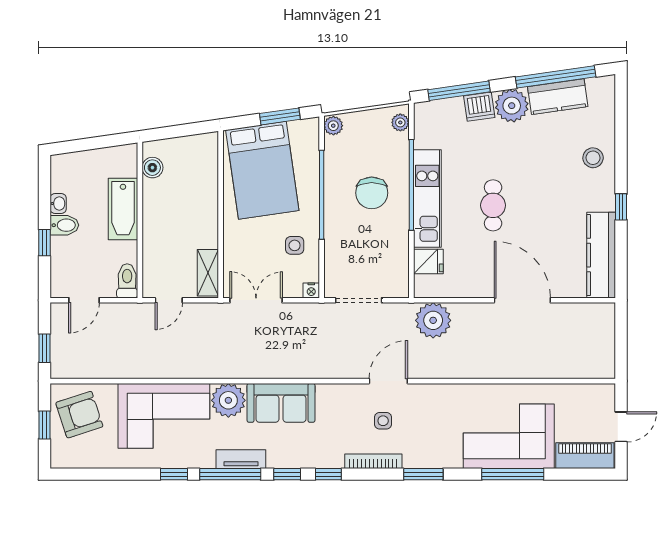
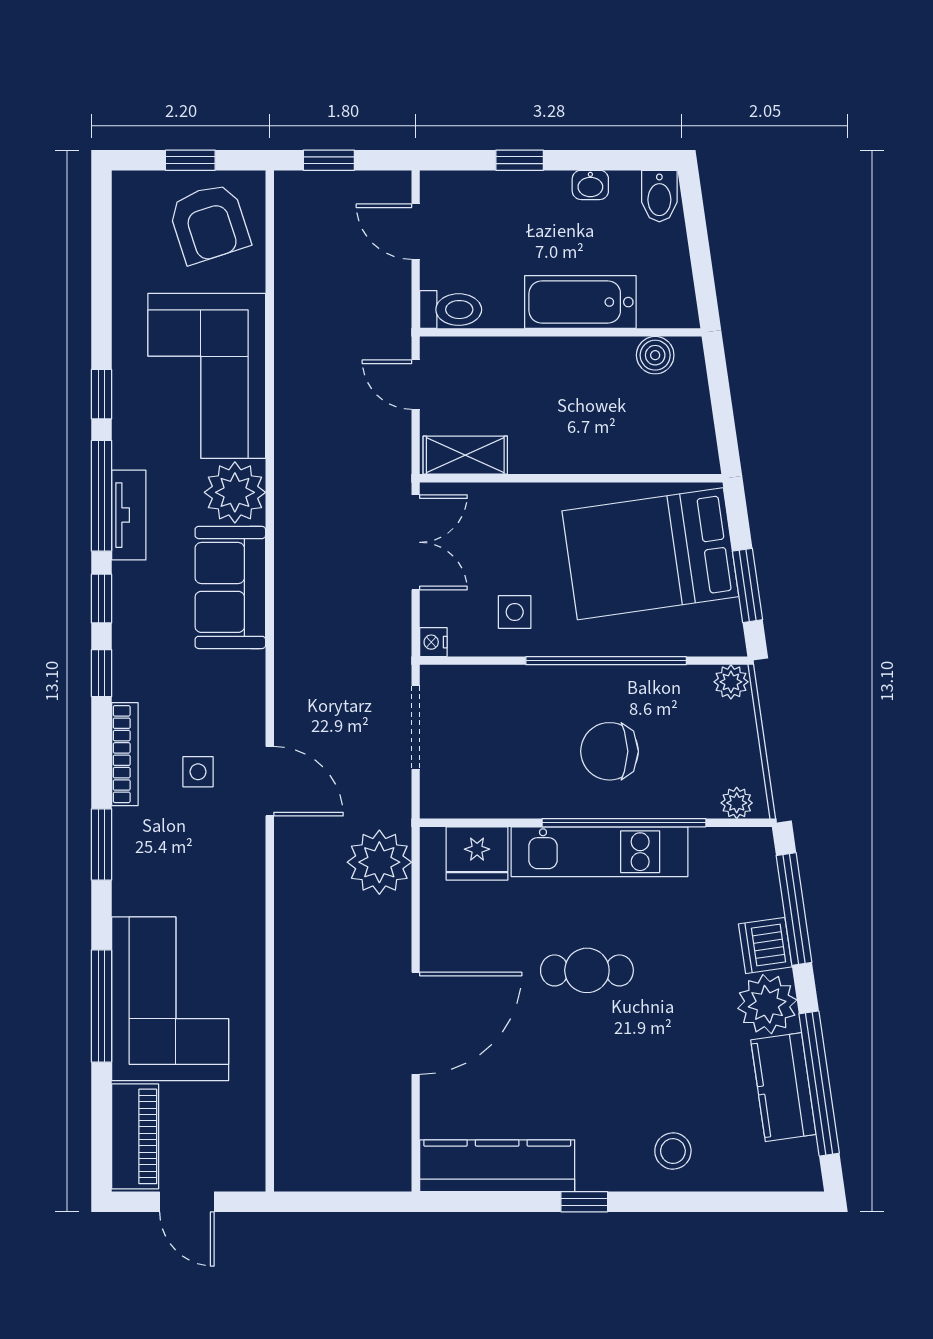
bidet: (64, 225) -> (659, 196), moved
fridge: (428, 261) -> (477, 853), width x1.38

